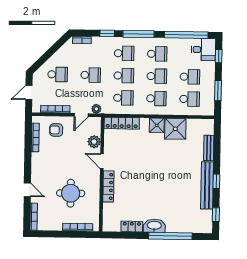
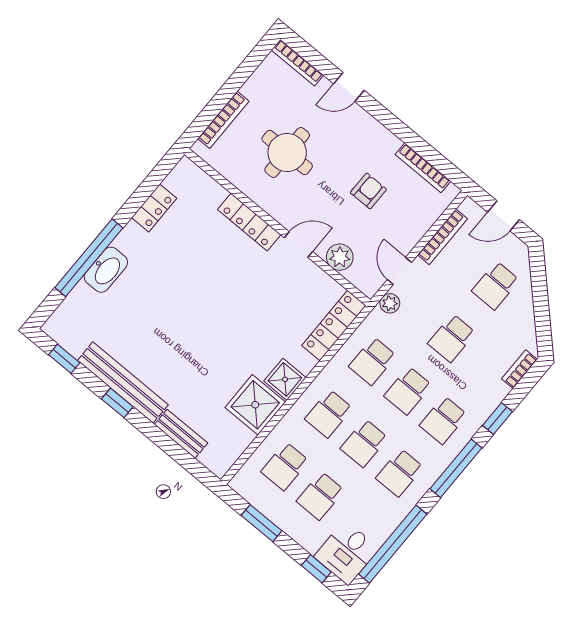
door: (29, 92) -> (504, 216), swing flipped
armchair: (56, 130) -> (368, 191), moved
washbasin: (154, 226) -> (106, 270), moved

